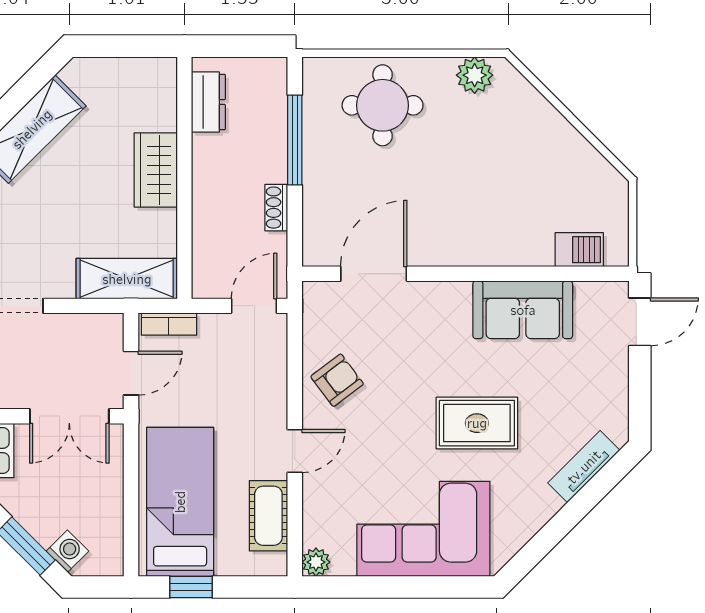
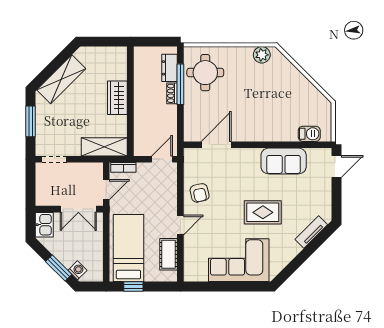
dresser: (208, 102) -> (169, 68), moved, turned 180
round table: (383, 105) -> (205, 73), moved
shoe rack: (276, 208) -> (172, 93), moved
armchair: (337, 380) -> (200, 193), turned 114
plant: (316, 562) -> (190, 275), removed

